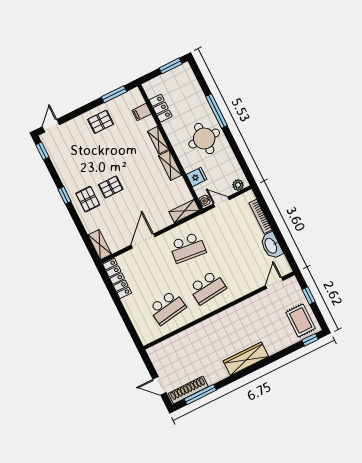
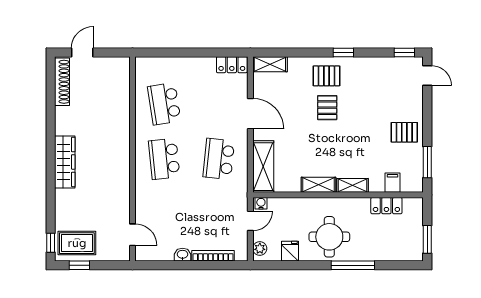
pallet: (101, 122) -> (404, 132), turned 90
fridge: (197, 177) -> (290, 251), moved, turned 180
shelving: (184, 211) -> (263, 167), width x1.50, depth x1.33
washbasin: (271, 246) -> (183, 255), width x0.52, depth x0.69
locker: (117, 278) -> (232, 65), width x0.66
window: (309, 296) -> (79, 265), moved
window: (200, 394) -> (51, 93), removed

